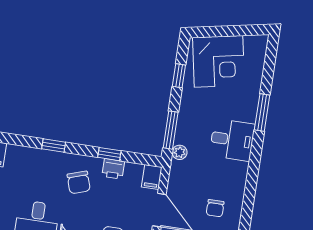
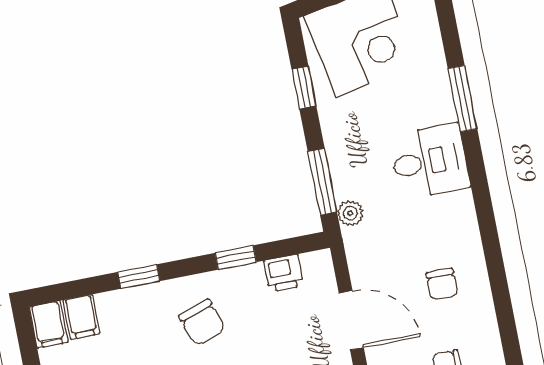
printer: (113, 169) -> (284, 273), moved
filing cabinet: (152, 177) -> (81, 317), moved

